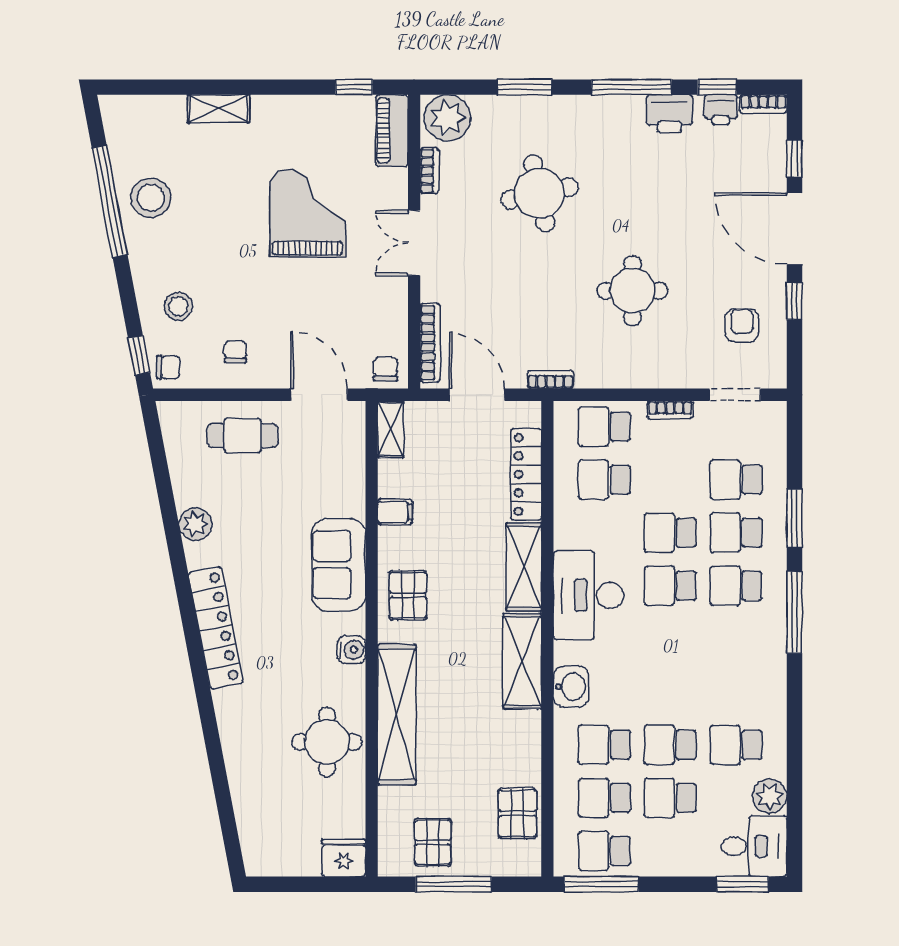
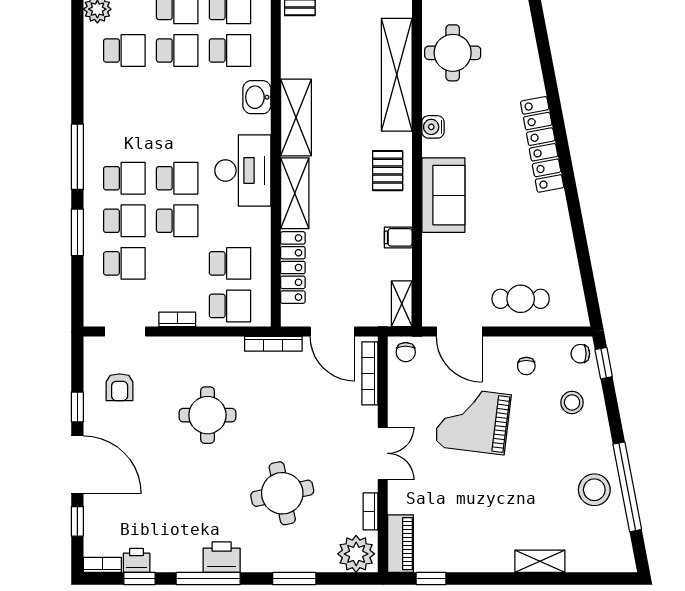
printer: (669, 114) -> (222, 557), moved
grand piano: (307, 213) -> (473, 421), moved, turned 97
bookcase: (550, 379) -> (273, 344), width x1.56
plant: (195, 524) -> (558, 228), removed

